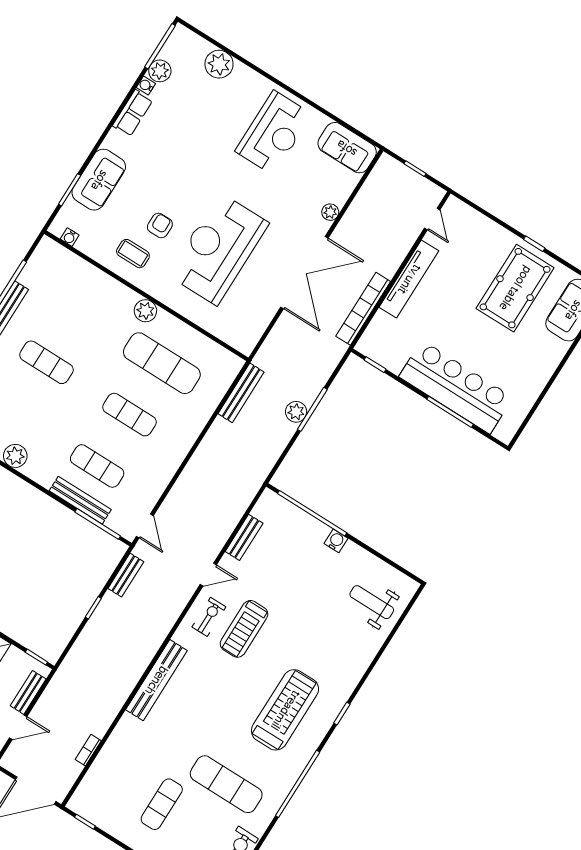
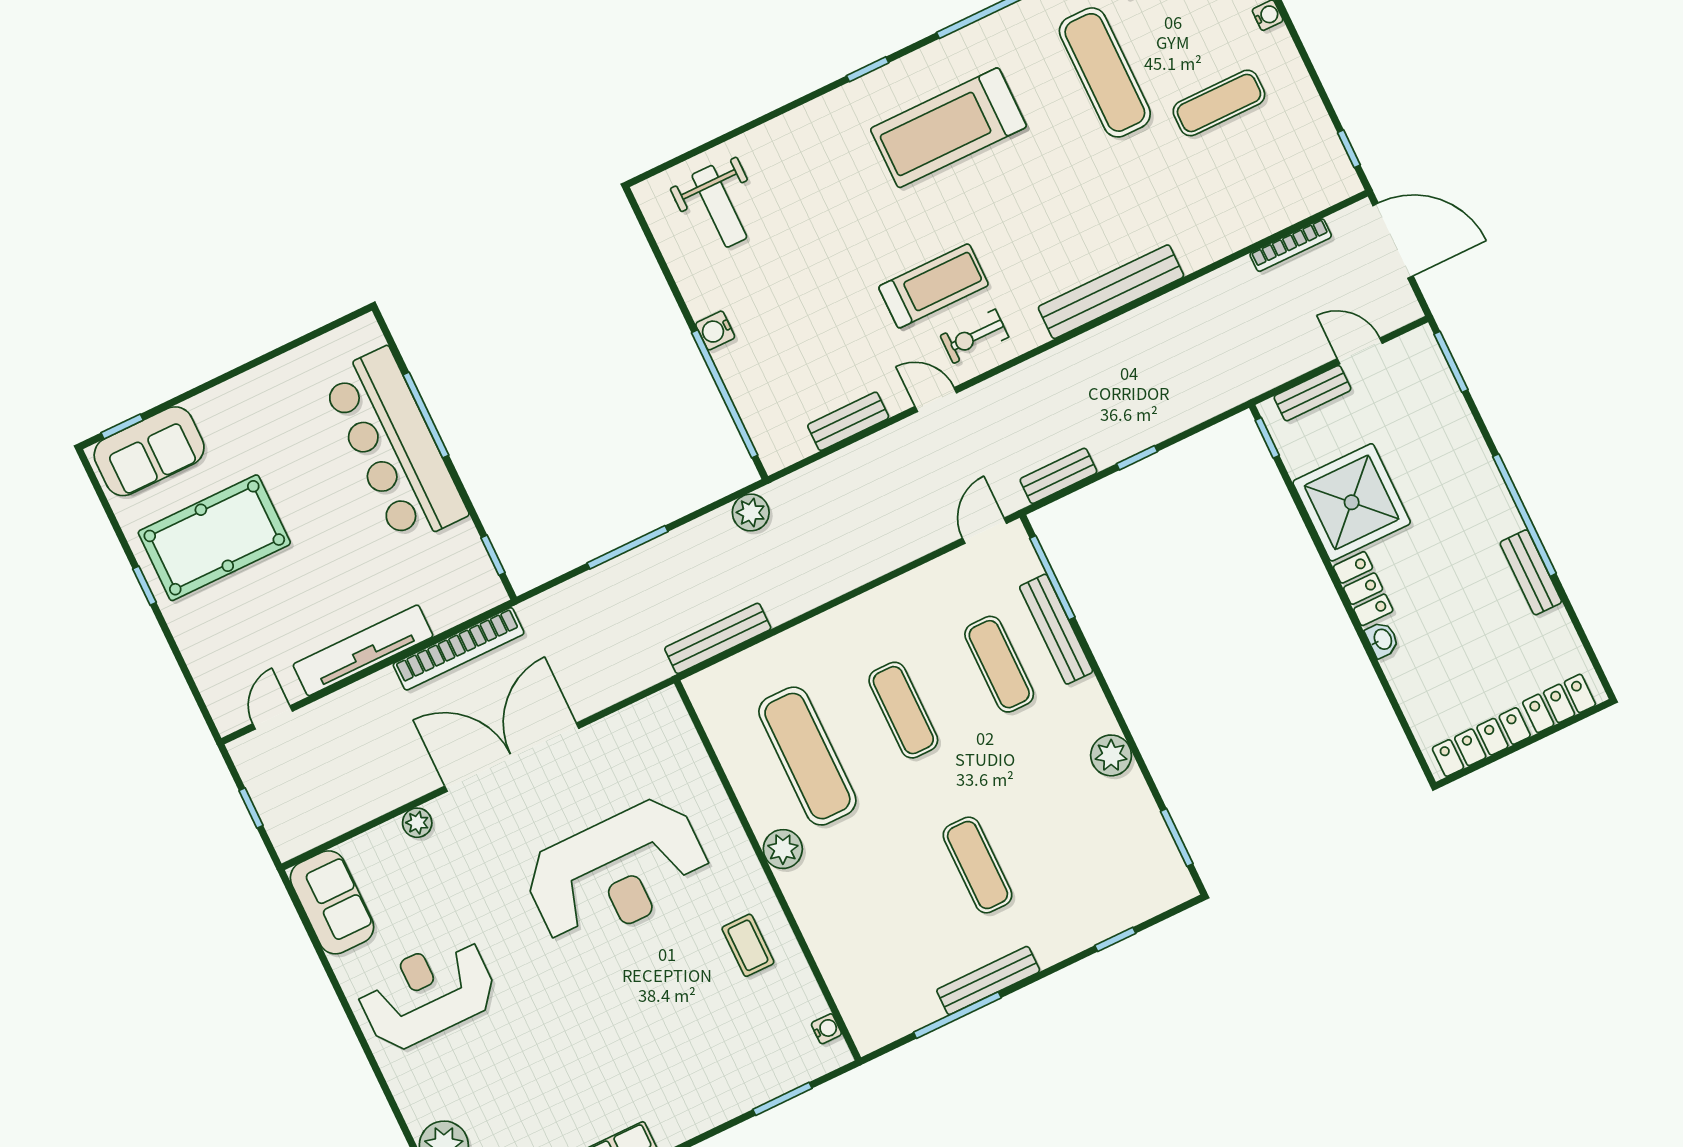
sofa: (99, 180) -> (730, 1087), removed
armchair: (160, 226) -> (682, 962), removed
plant: (296, 412) -> (751, 513), moved
bookcase: (88, 750) -> (1291, 245), width x1.56

